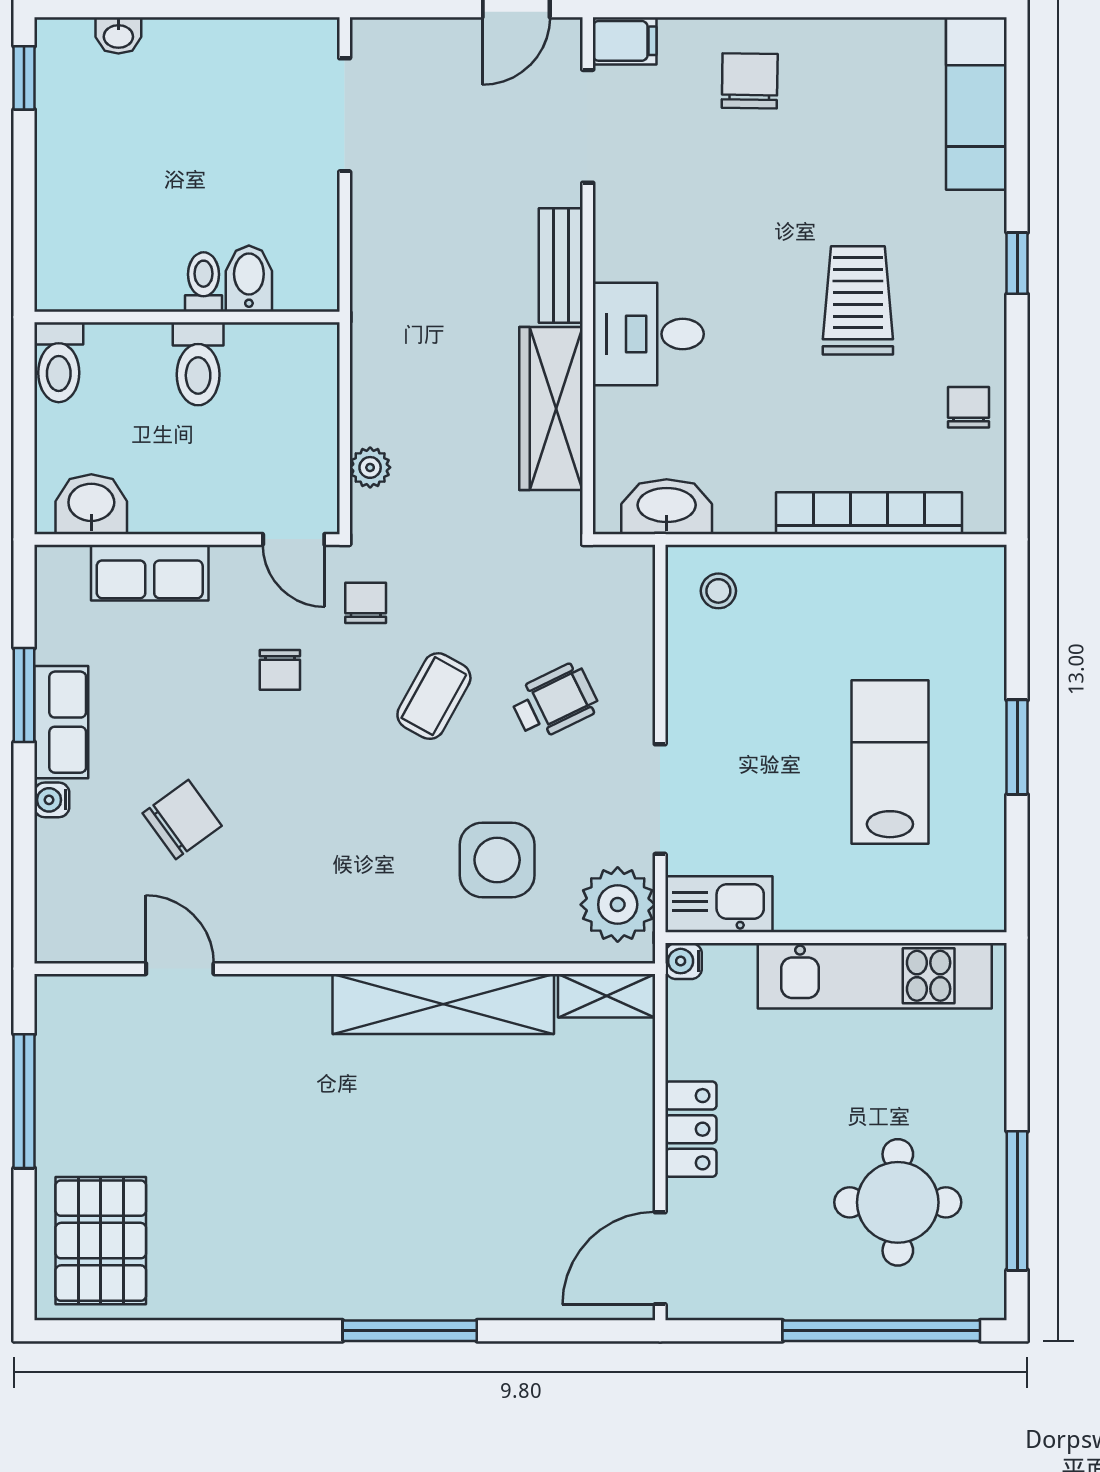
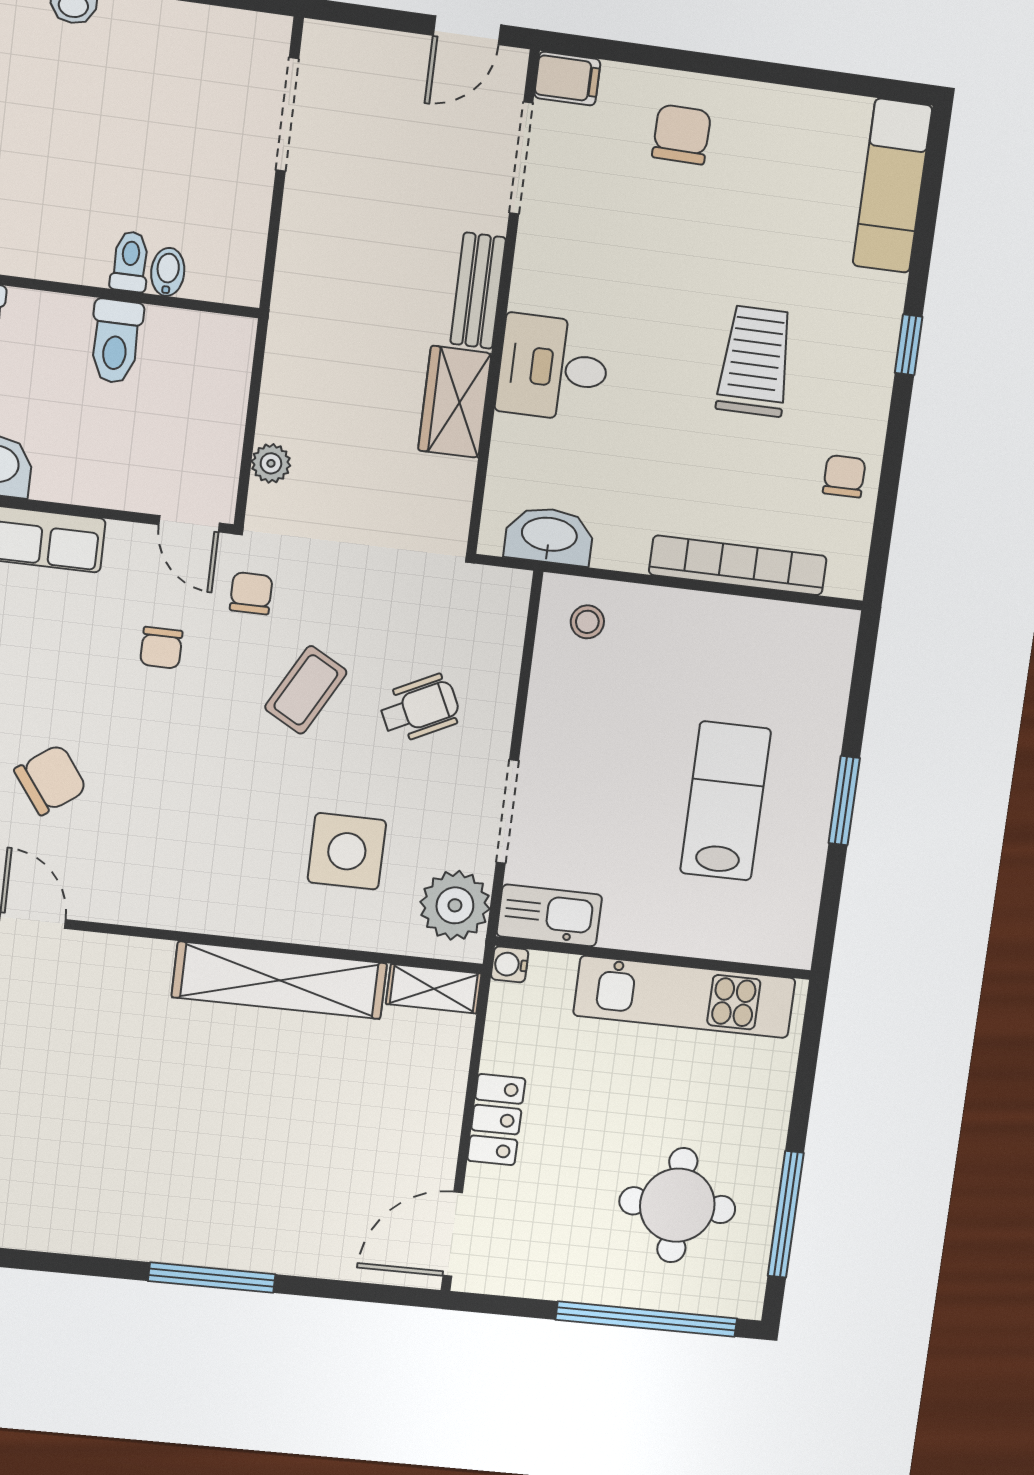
bidet: (249, 279) -> (168, 272), width x0.72, depth x0.74
wardrobe: (551, 409) -> (455, 402), width x0.67

